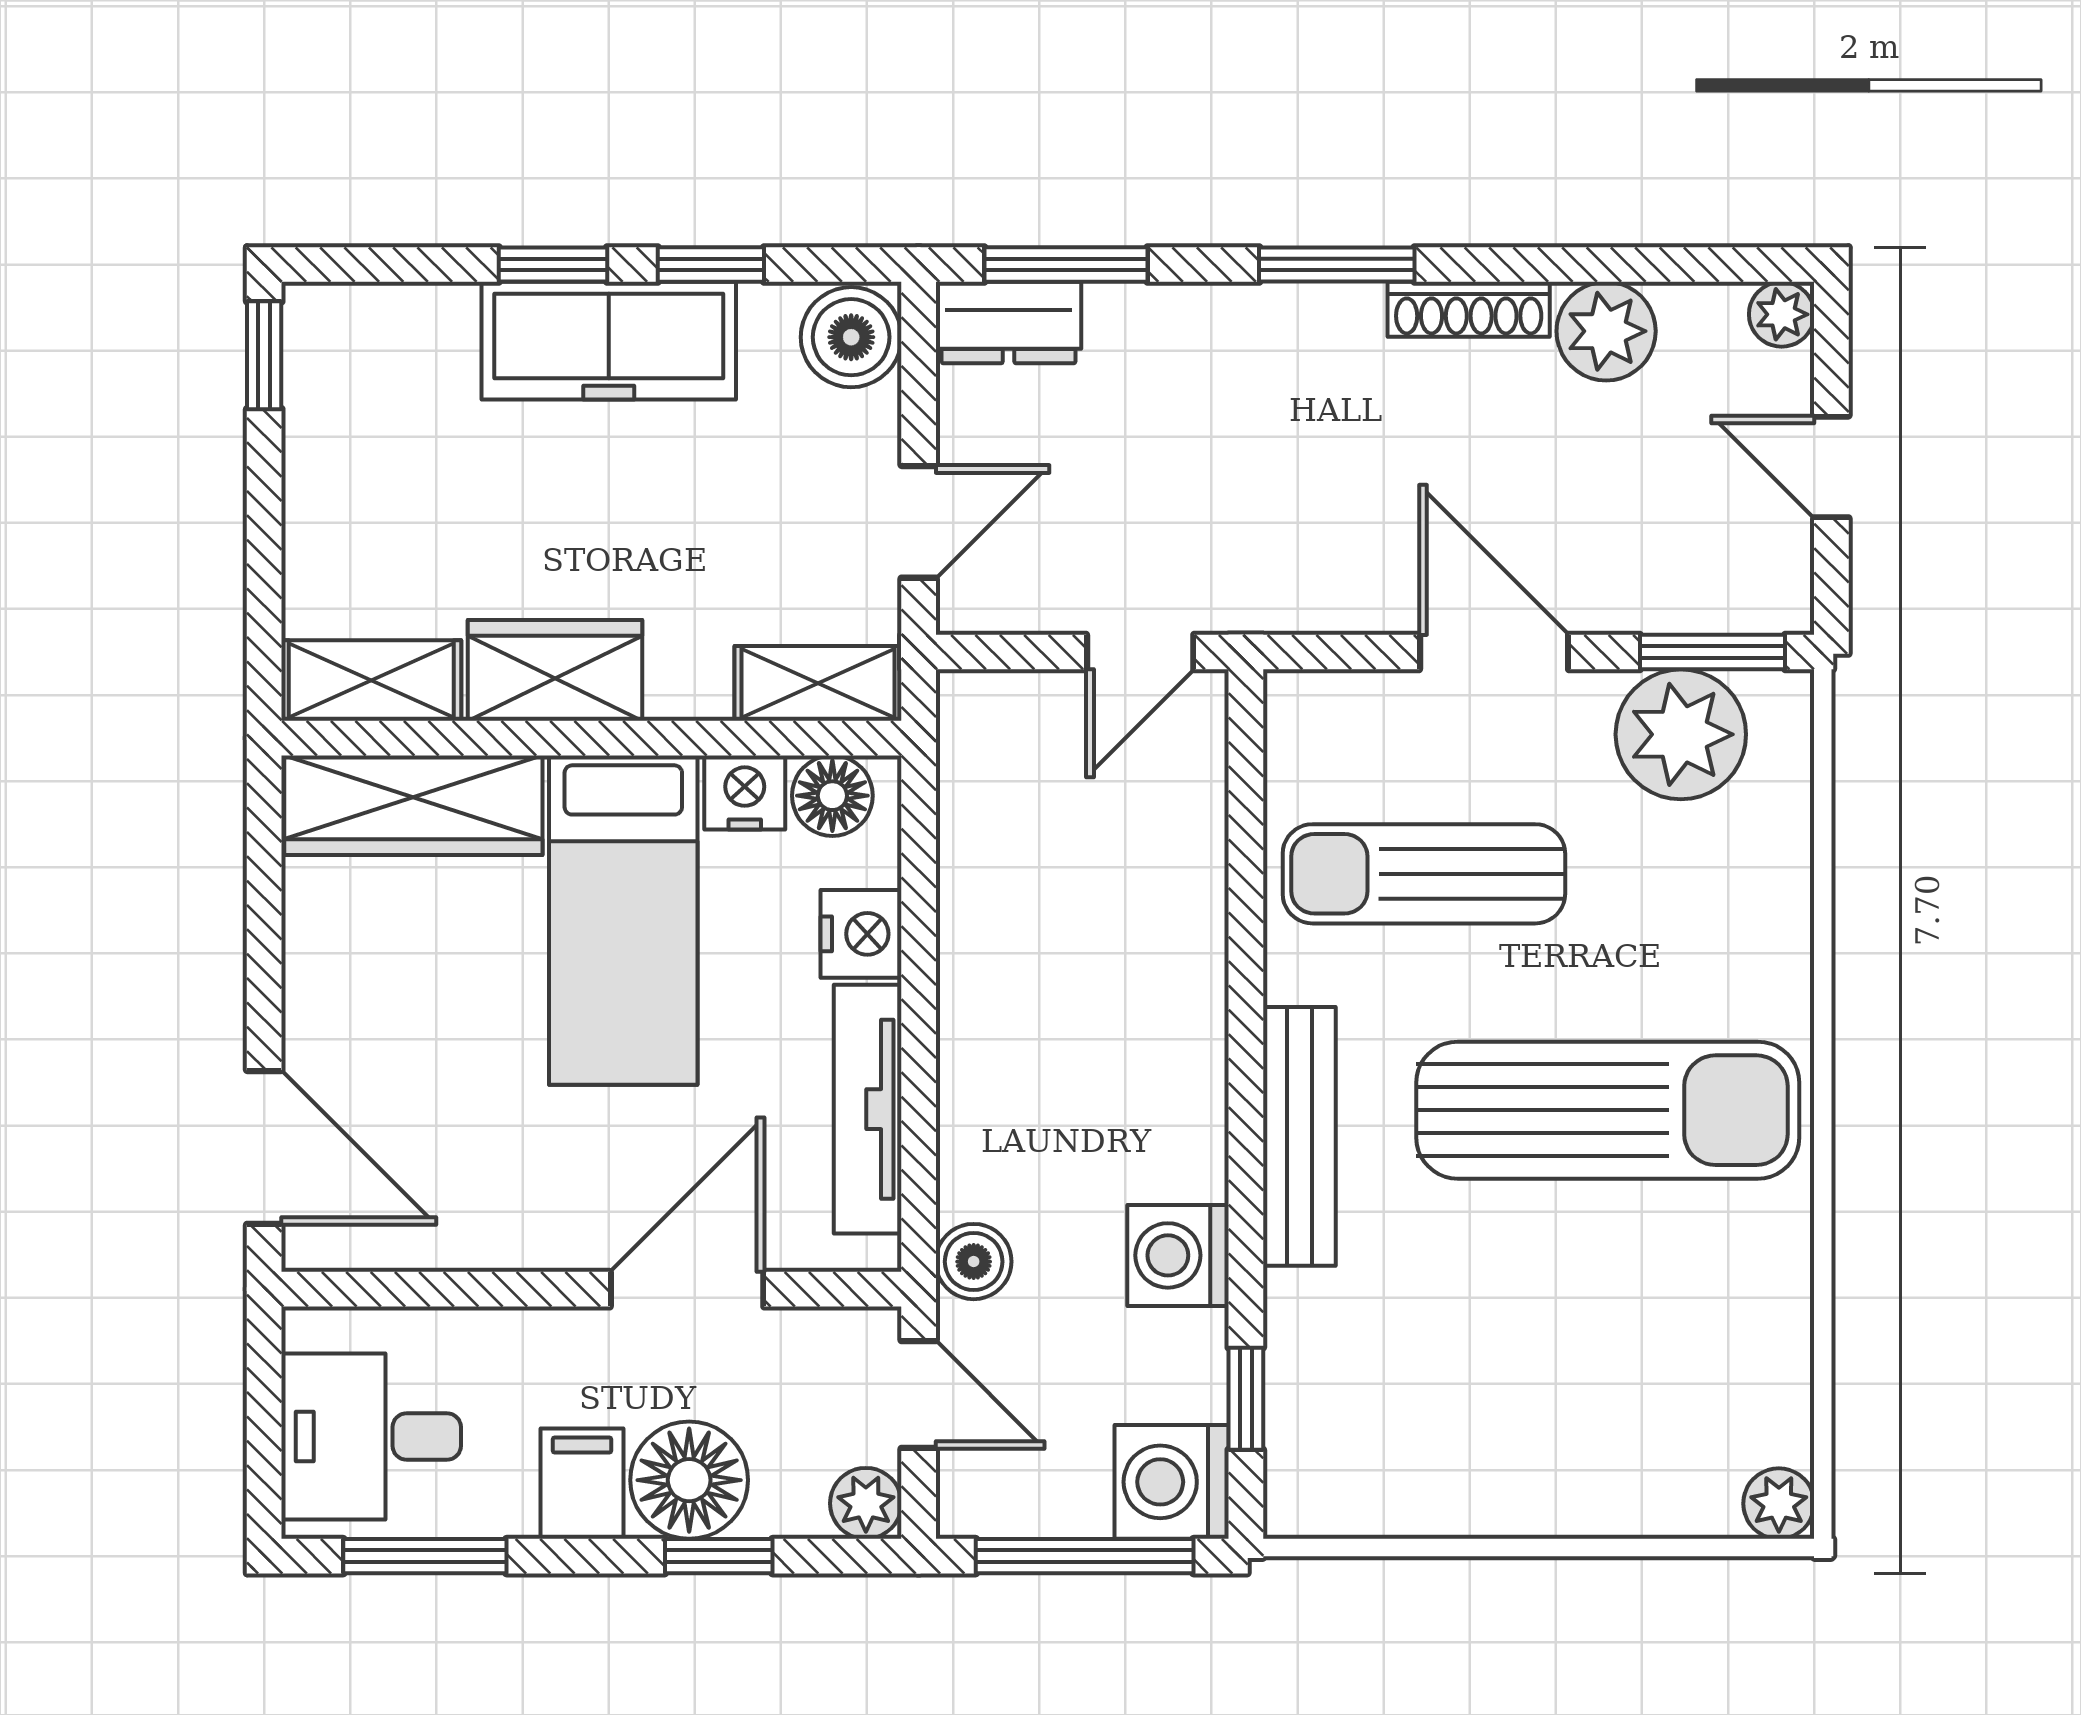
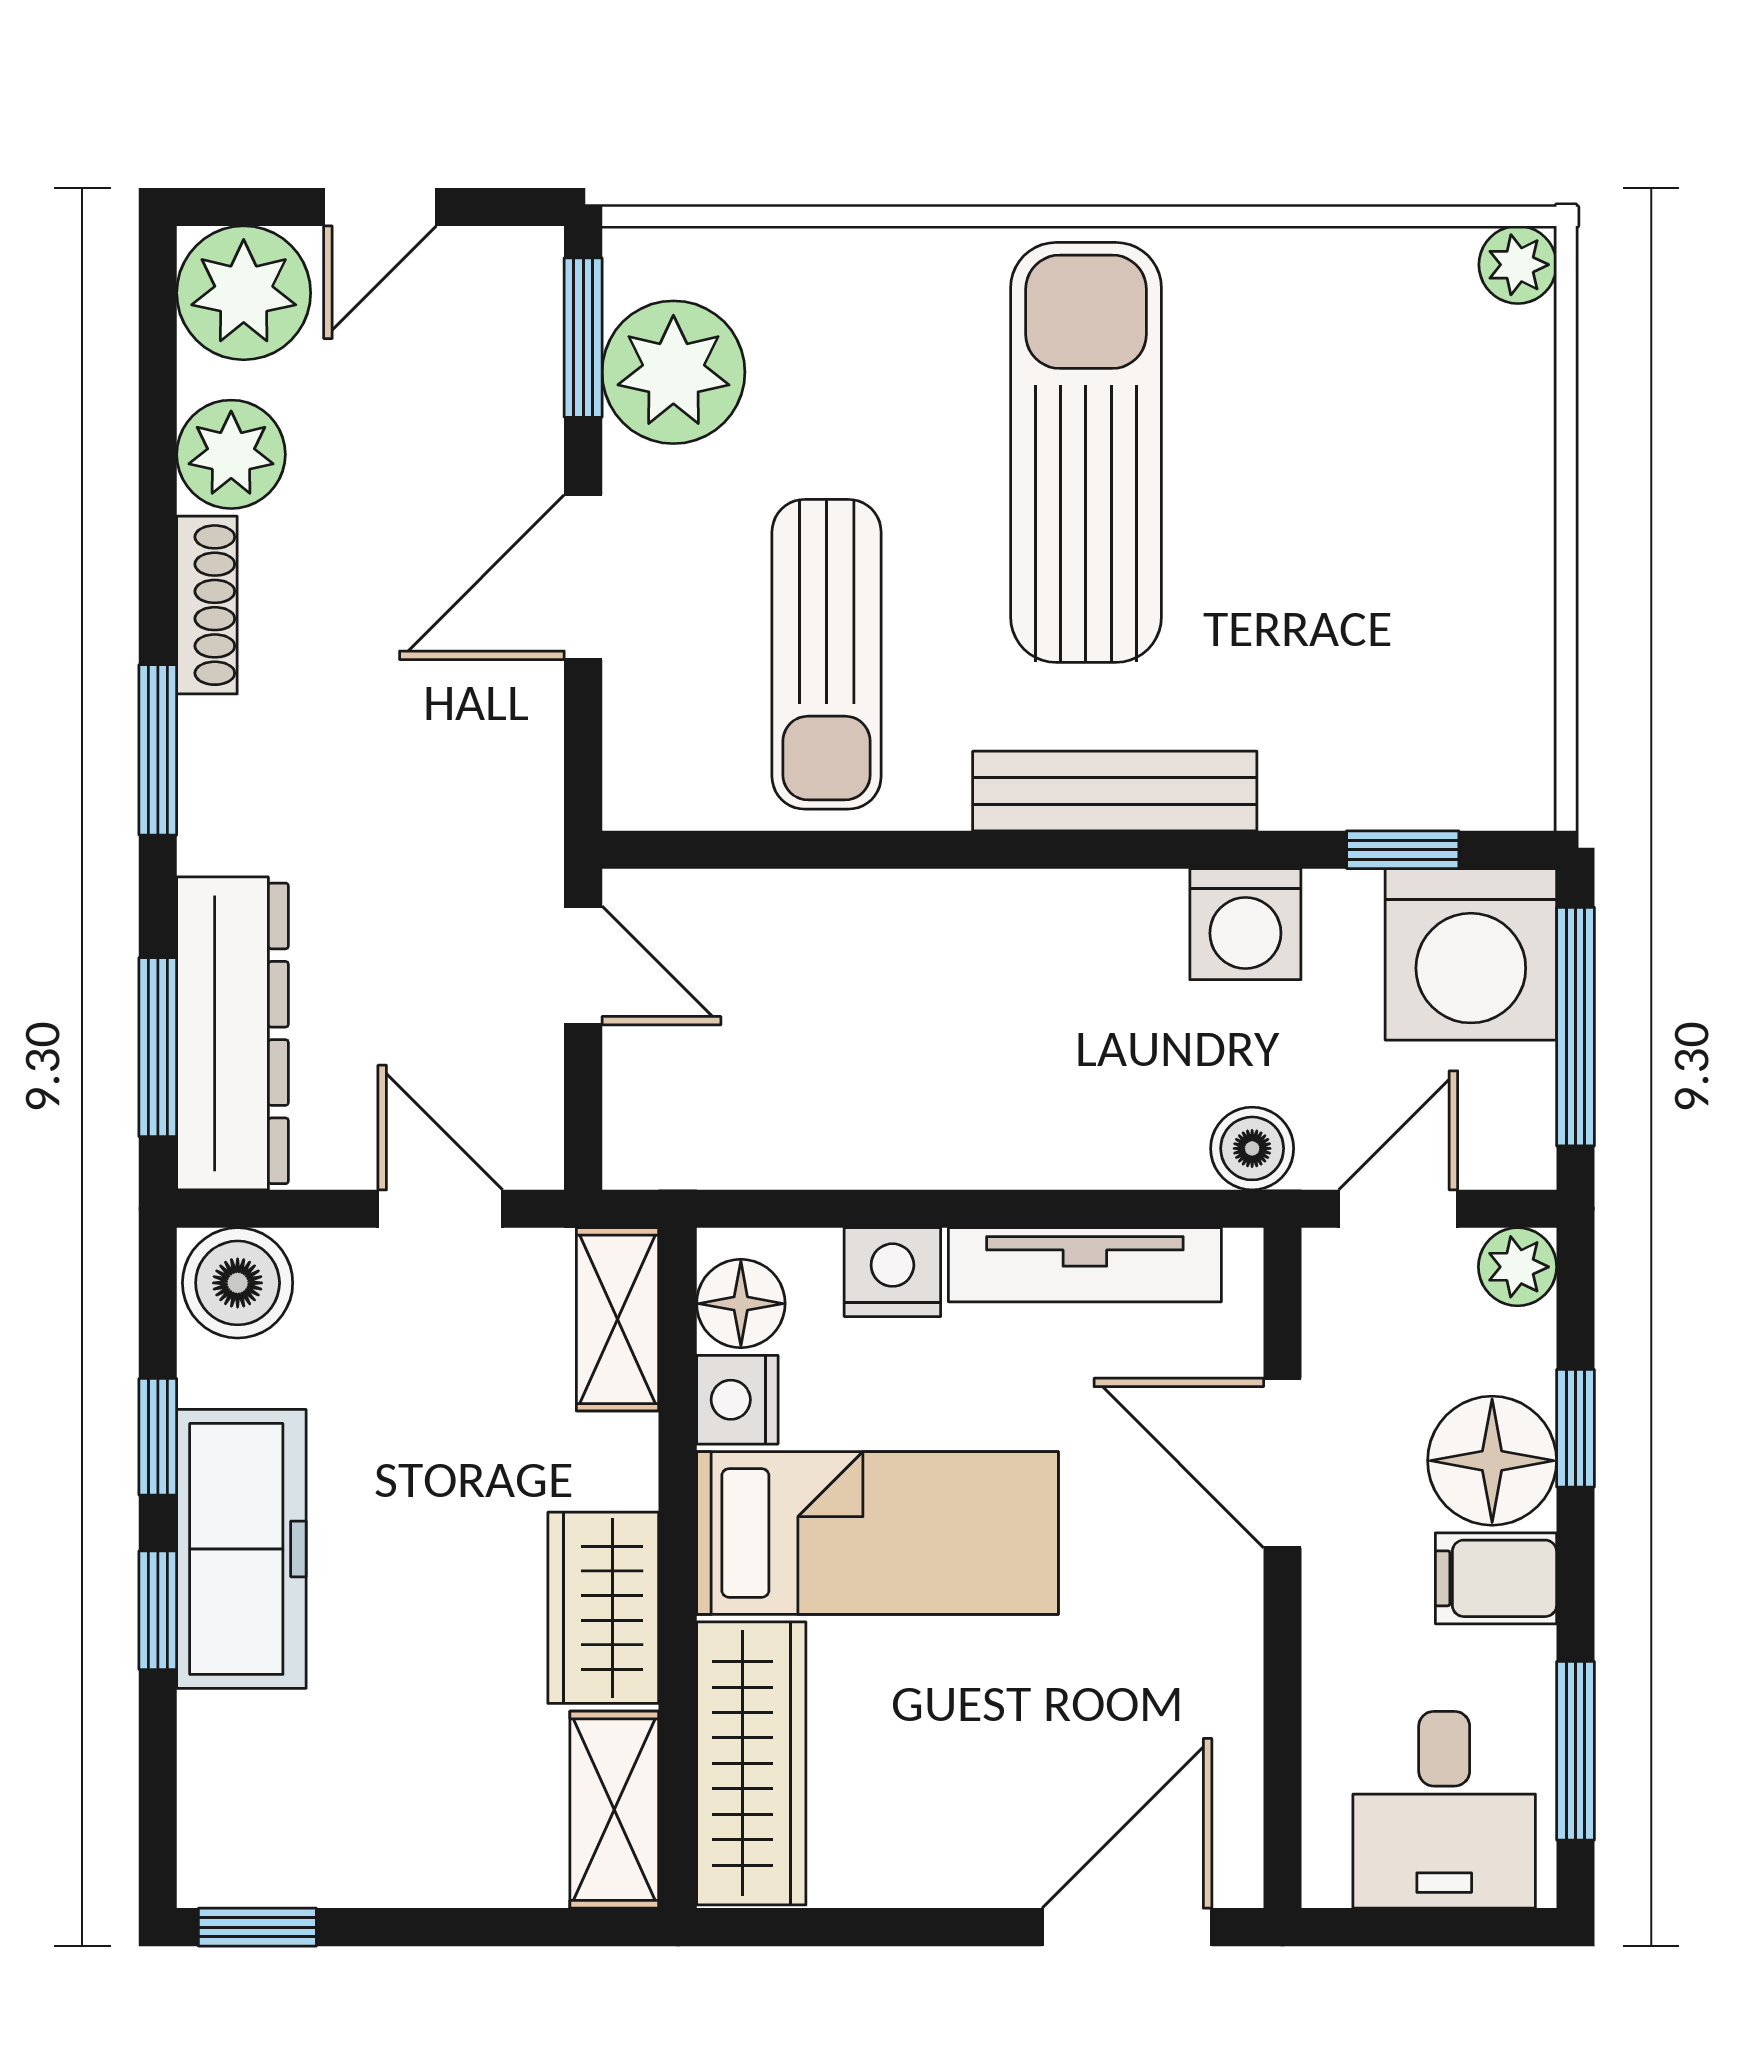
plant: (1782, 314) -> (244, 293), width x1.87, depth x1.87
dresser: (1009, 323) -> (233, 1033), width x1.96, depth x1.24
washing machine: (1172, 1482) -> (1471, 954), width x1.37, depth x1.37

